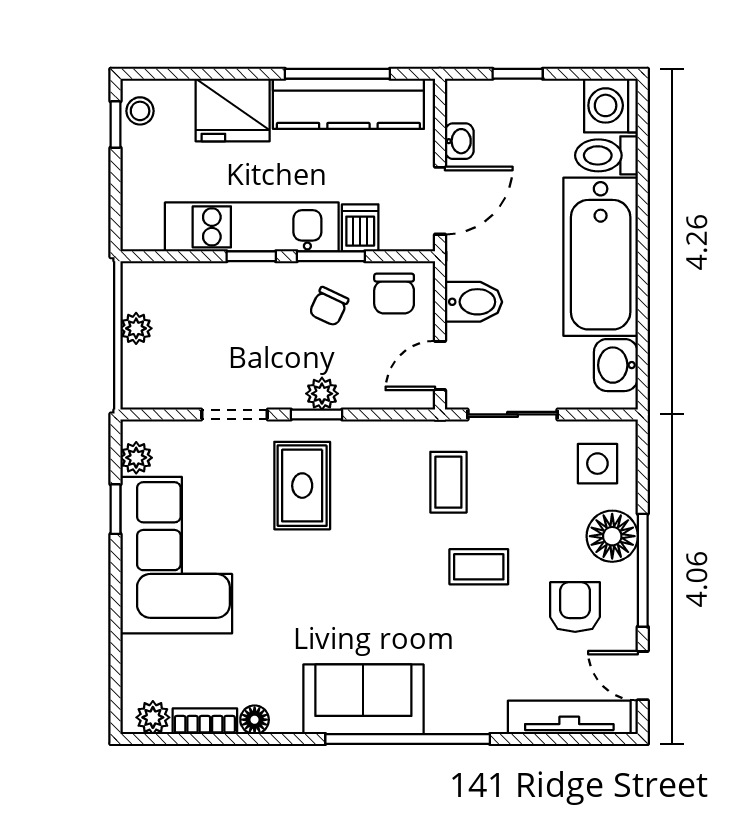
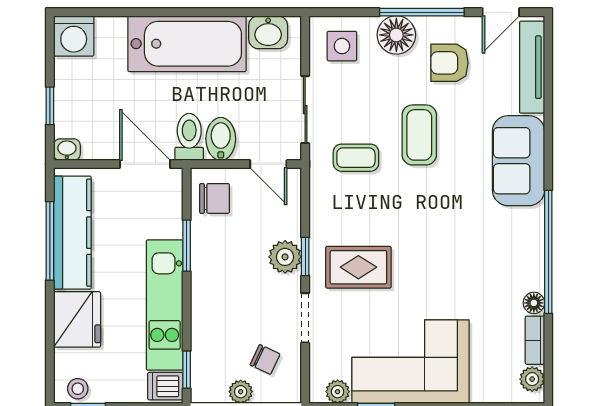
washbasin: (459, 141) -> (67, 150), moved
toilet: (606, 155) -> (189, 137), moved, turned 180
dishwasher: (360, 228) -> (165, 386), moved
window: (251, 256) -> (187, 370), moved
chair: (329, 306) -> (265, 359), moved
plant: (322, 394) -> (285, 257), width x1.38, depth x1.38
coffee table: (479, 567) -> (419, 135), width x1.36, depth x1.30
sofa: (363, 699) -> (518, 161), moved
window: (408, 739) -> (548, 252), moved

